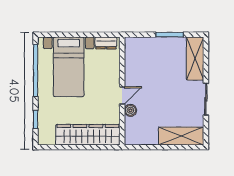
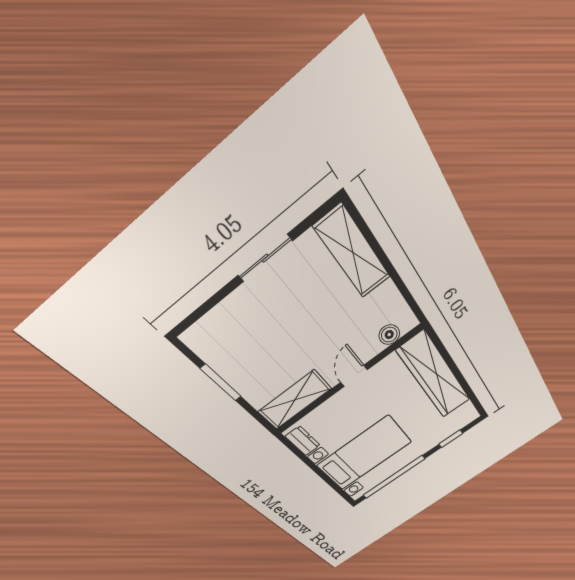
shelving: (195, 58) -> (295, 400), moved
door: (122, 95) -> (354, 376), hinge flipped
boiler: (130, 110) -> (389, 335), moved

